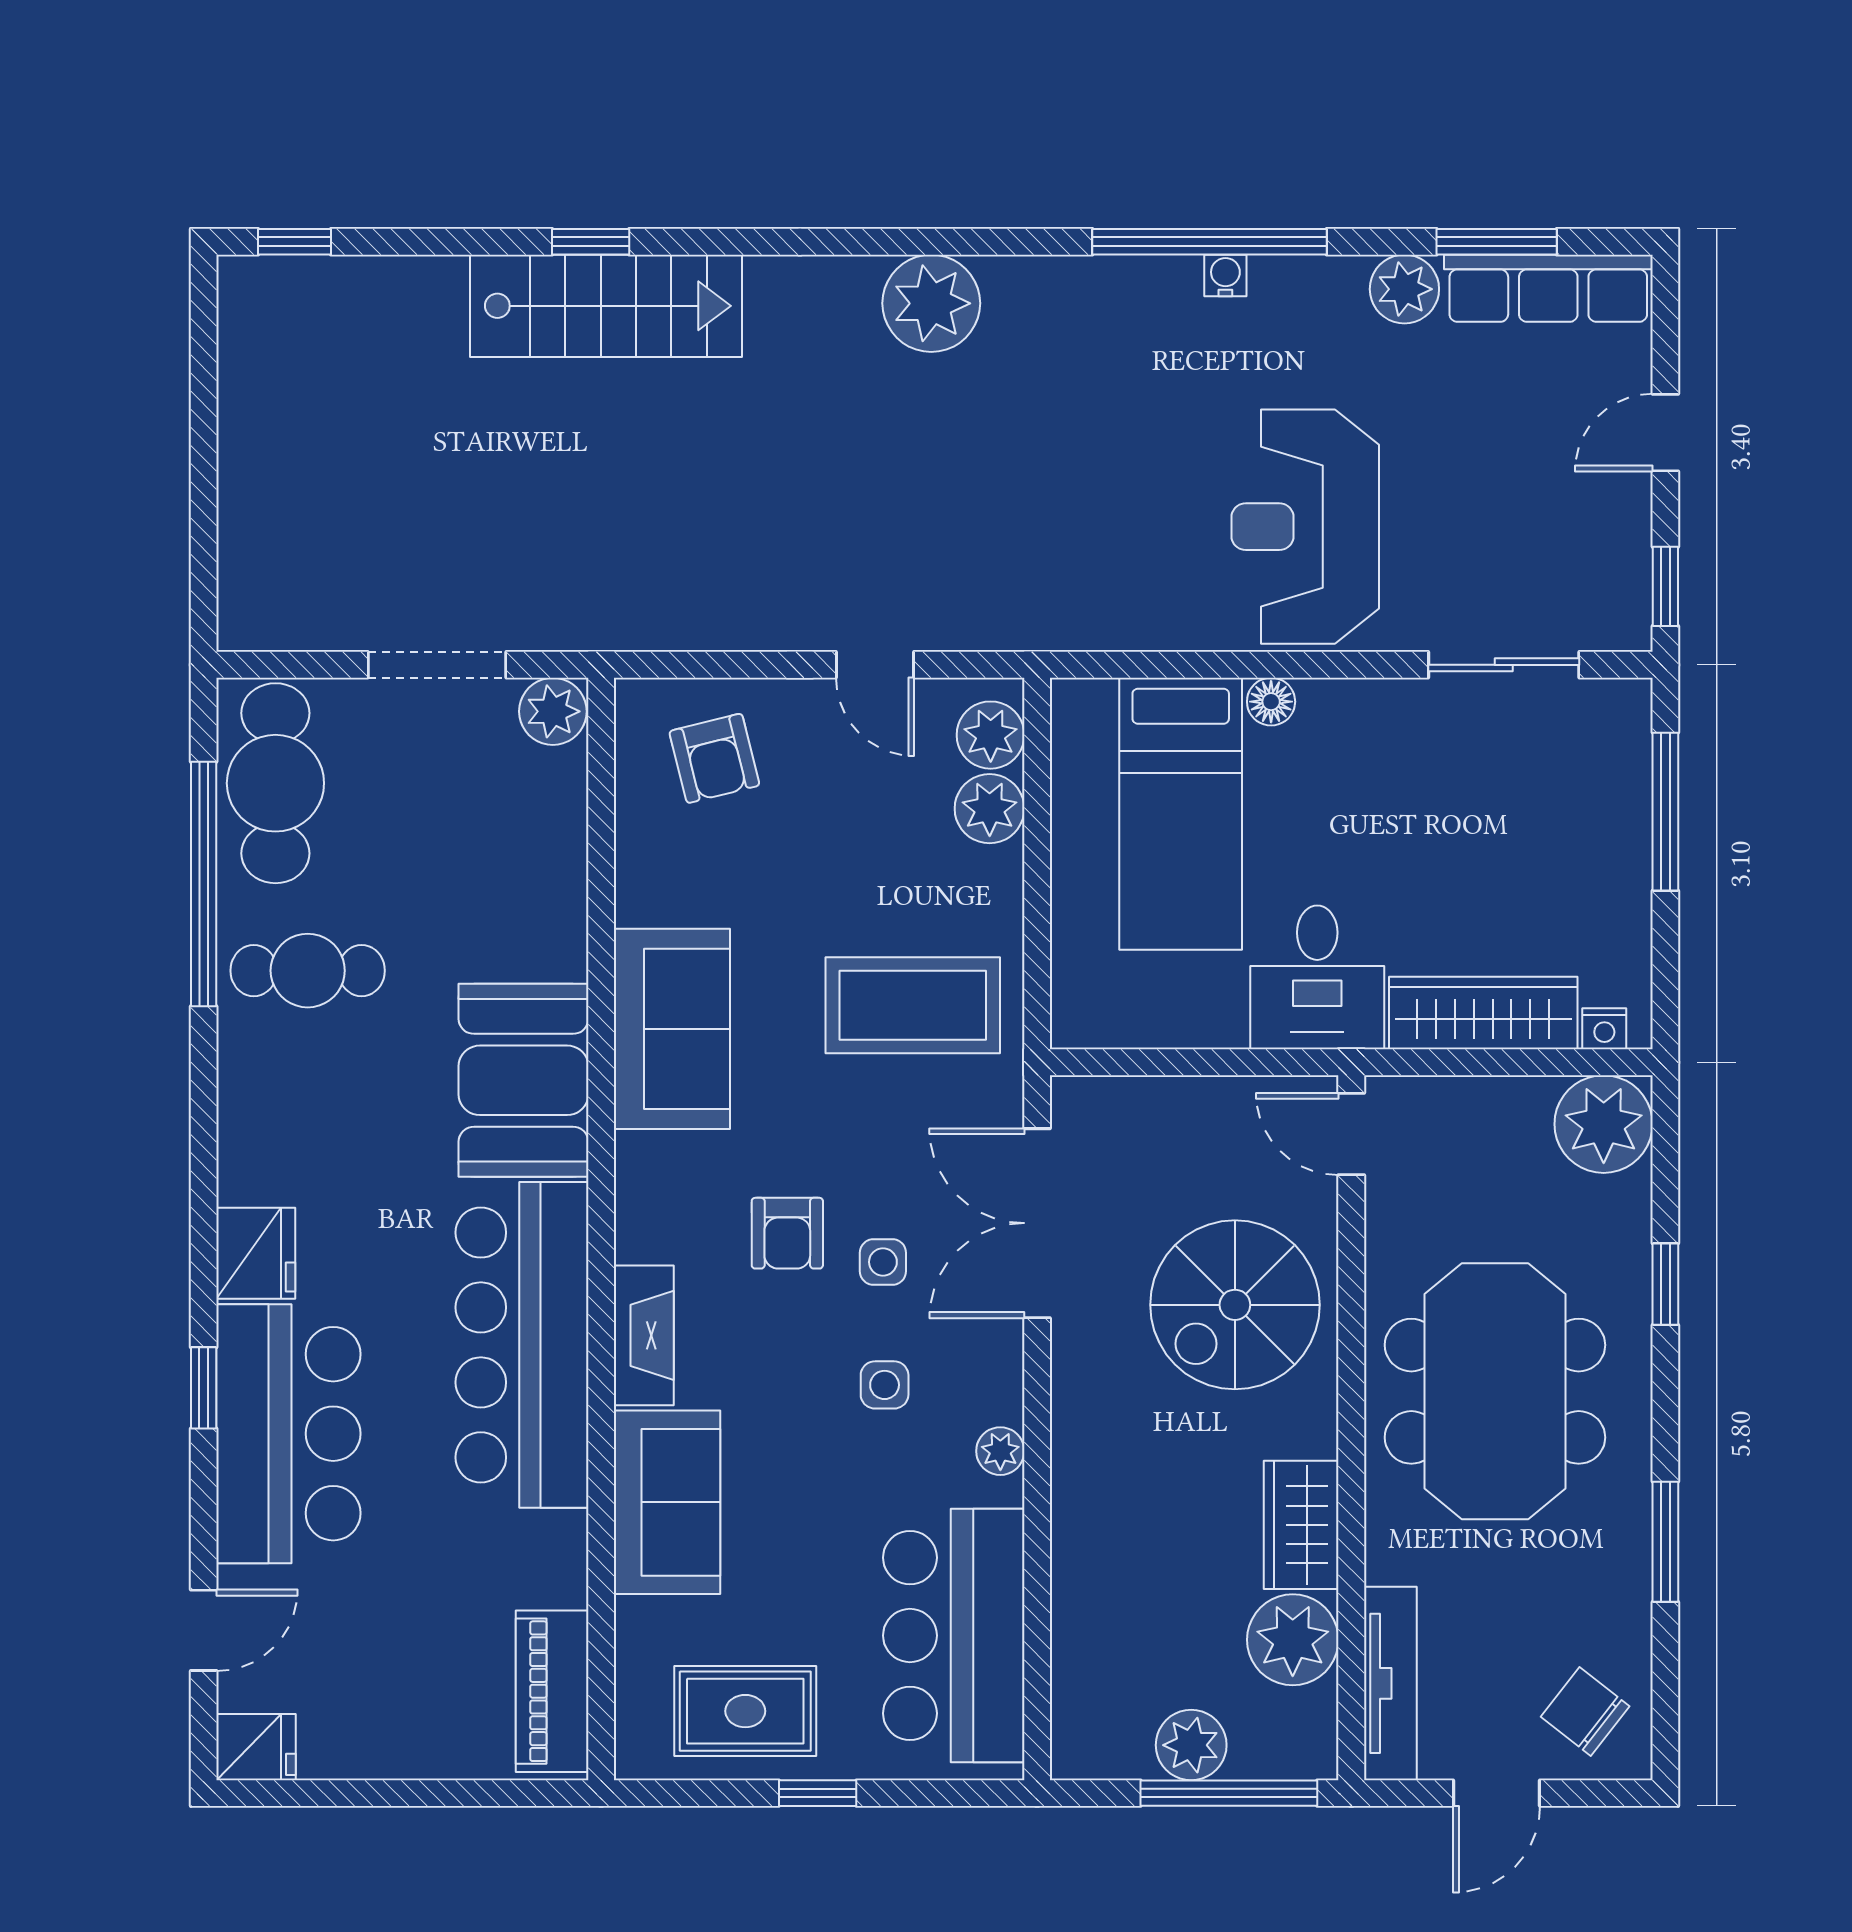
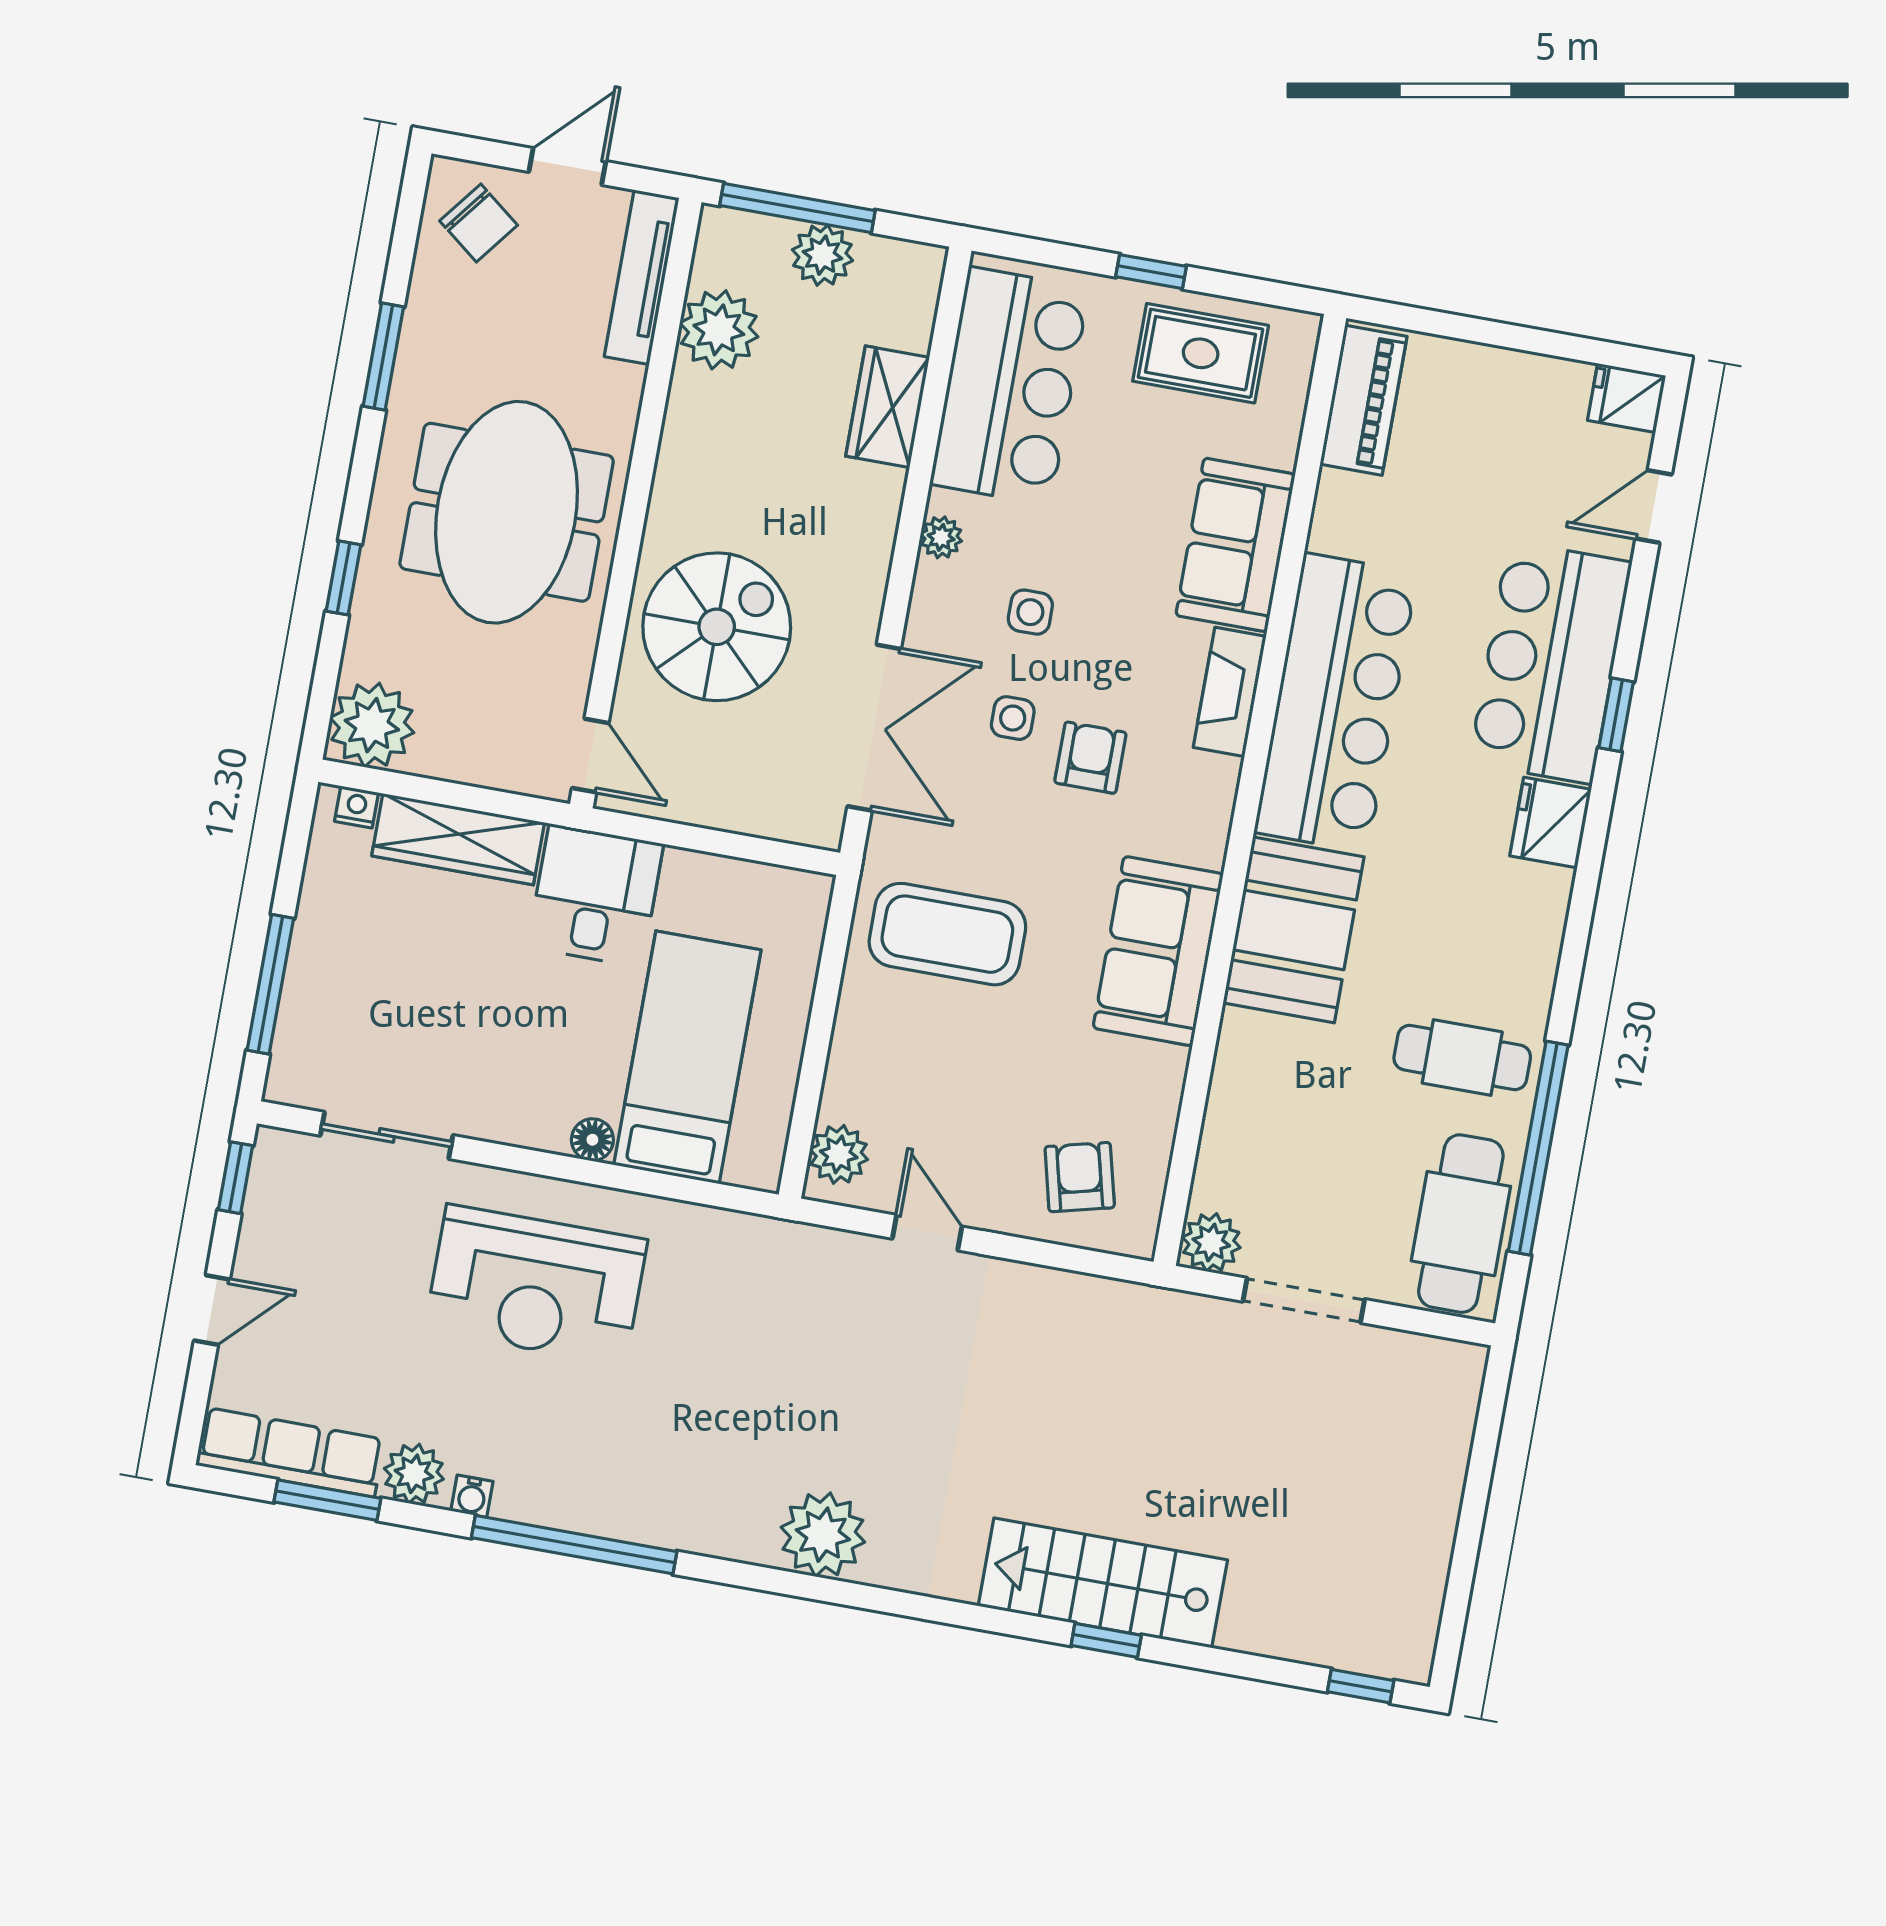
water cooler: (1225, 275) -> (472, 1496), moved
reception desk: (1305, 527) -> (536, 1285), turned 90
plant: (990, 809) -> (851, 1091), removed
wardrobe: (1301, 1525) -> (888, 407), moved, turned 180

